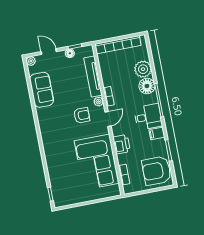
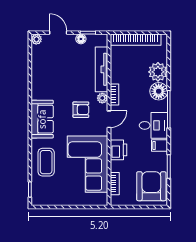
sofa: (42, 90) -> (42, 119), moved
coffee table: (60, 167) -> (46, 162), added
armchair: (157, 171) -> (151, 186), turned 90

